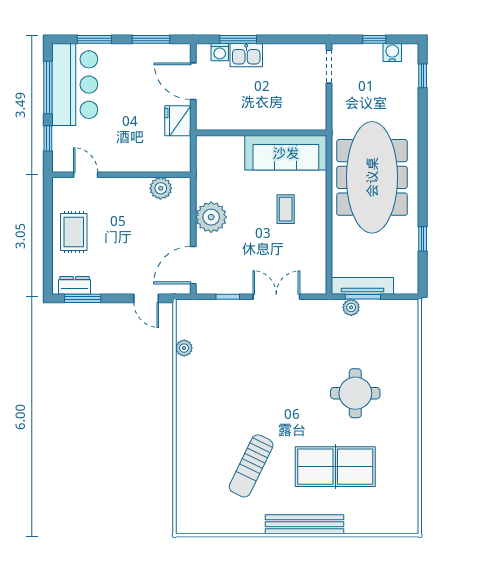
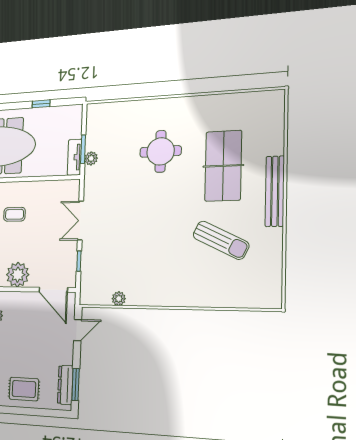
dresser: (75, 285) -> (65, 385), width x1.44
tv unit: (362, 286) -> (74, 157), width x0.71

